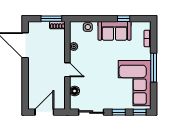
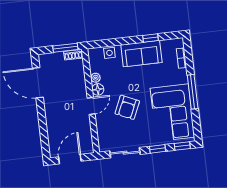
door: (67, 70) -> (91, 106), hinge flipped
armchair: (97, 74) -> (127, 107), added
floor lamp: (75, 91) -> (98, 89), moved

